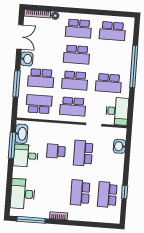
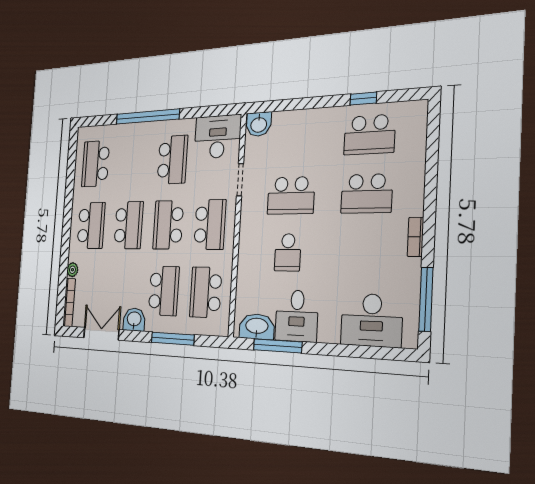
school desk: (112, 31) -> (96, 164), turned 180
school desk: (75, 81) -> (168, 225), turned 180
washbasin: (119, 146) -> (259, 124), moved

